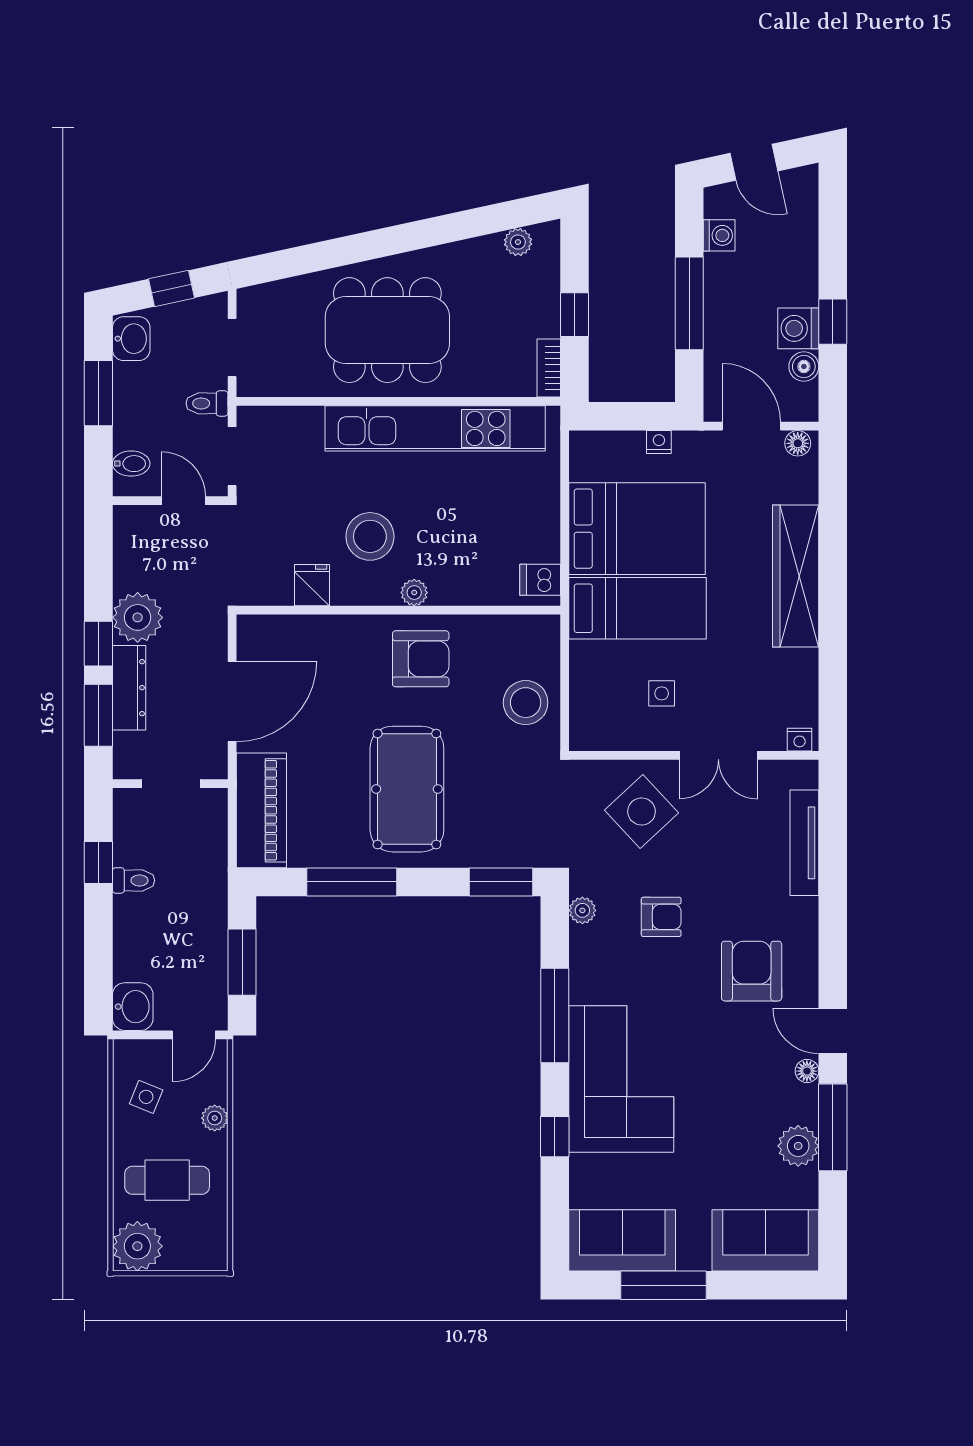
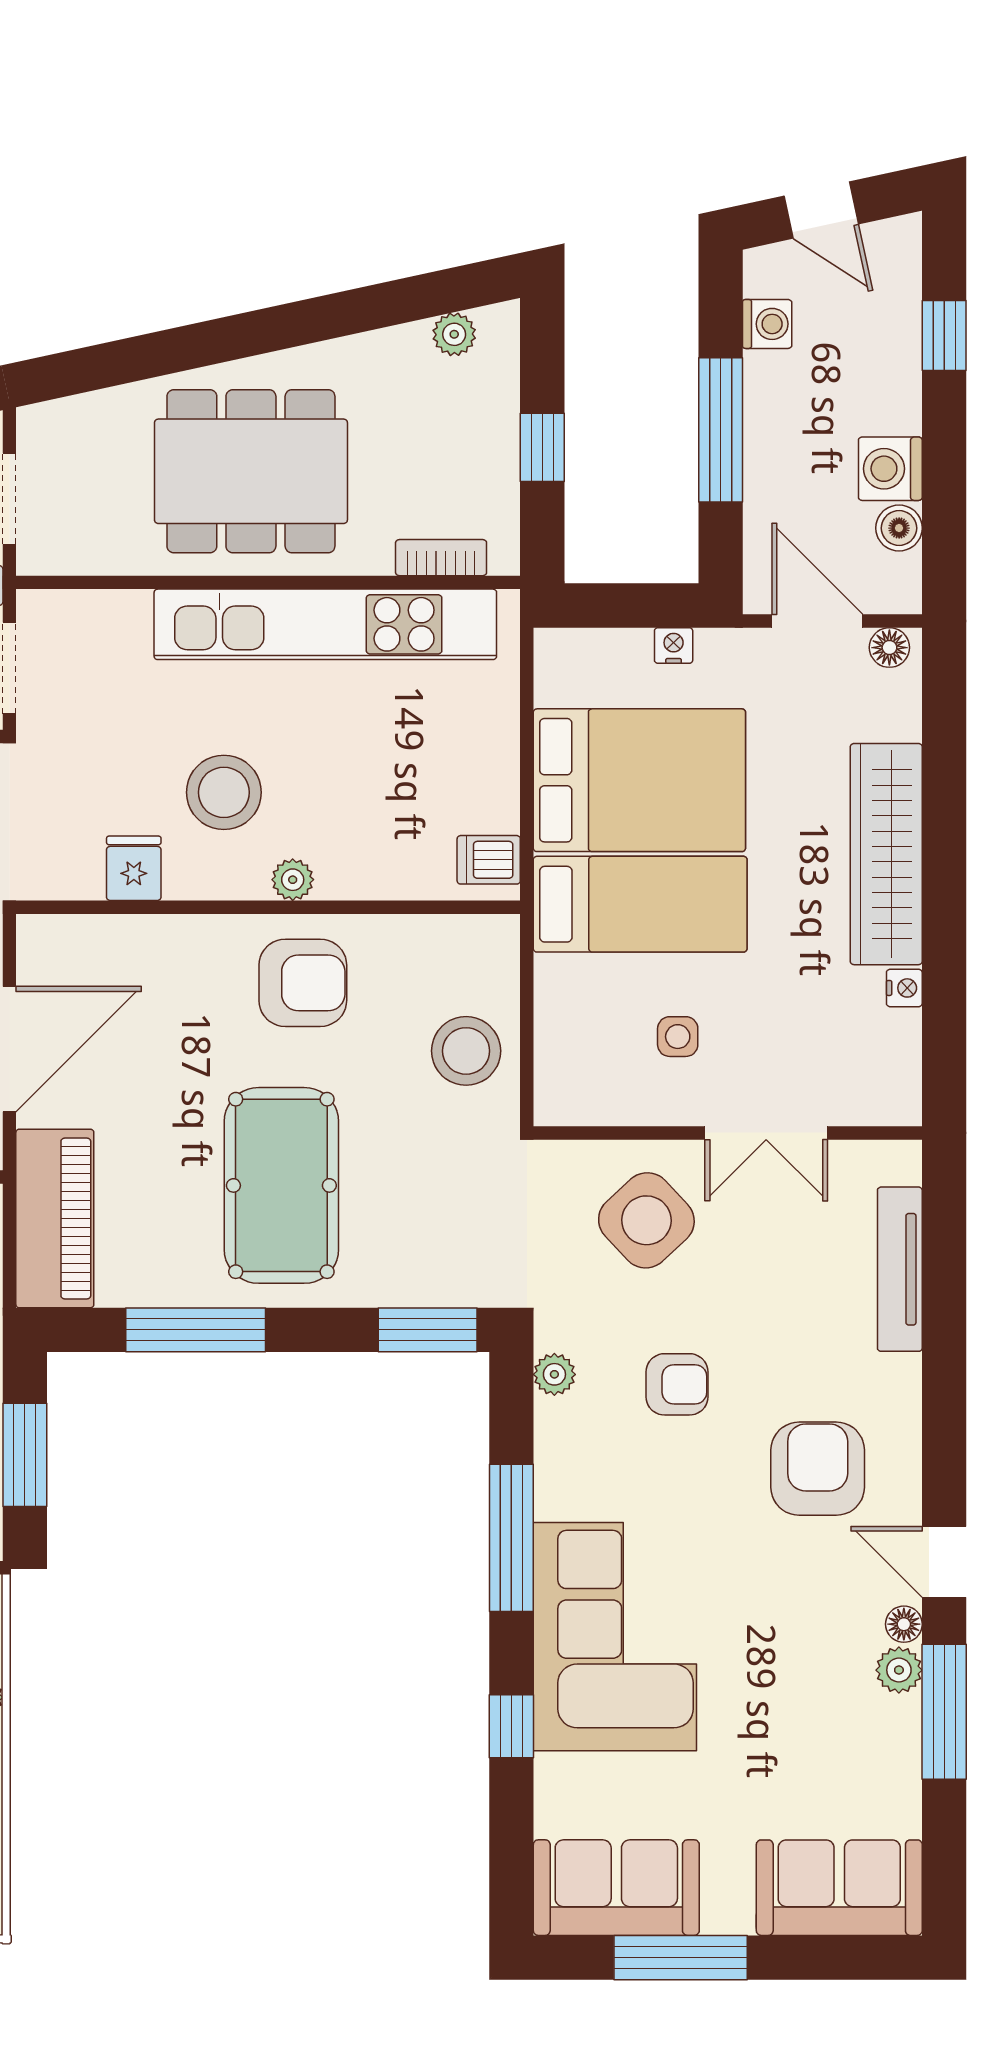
window: (833, 322) -> (944, 336), moved
bookcase: (549, 368) -> (441, 558), moved, turned 90
nightstand: (800, 740) -> (904, 988), moved, turned -90
plant: (798, 1146) -> (899, 1670), moved, width x0.73, depth x0.73

